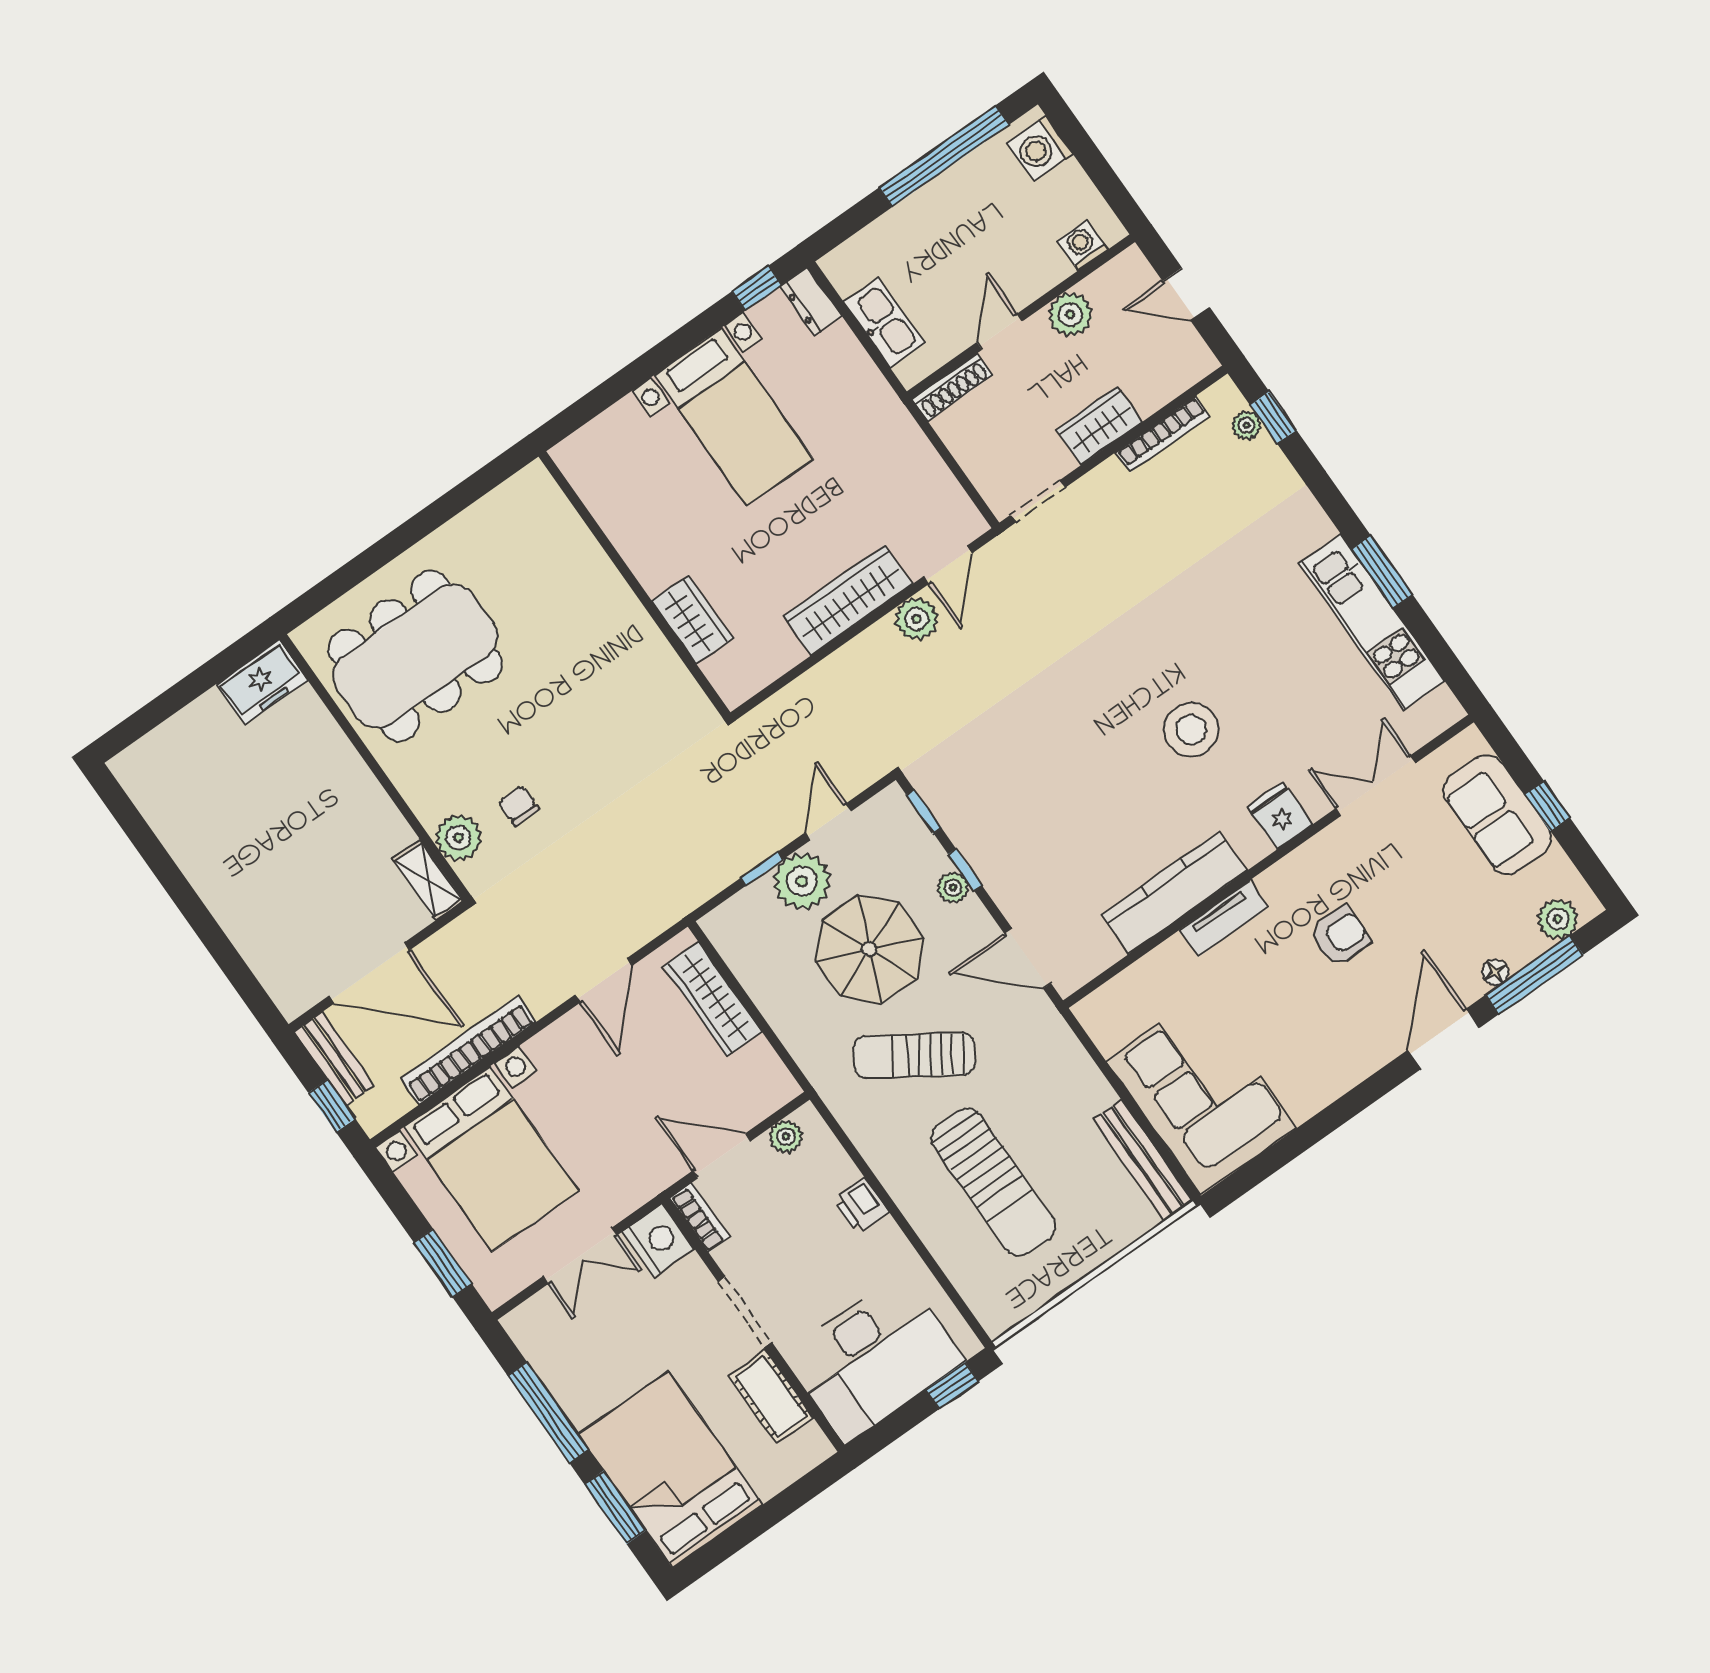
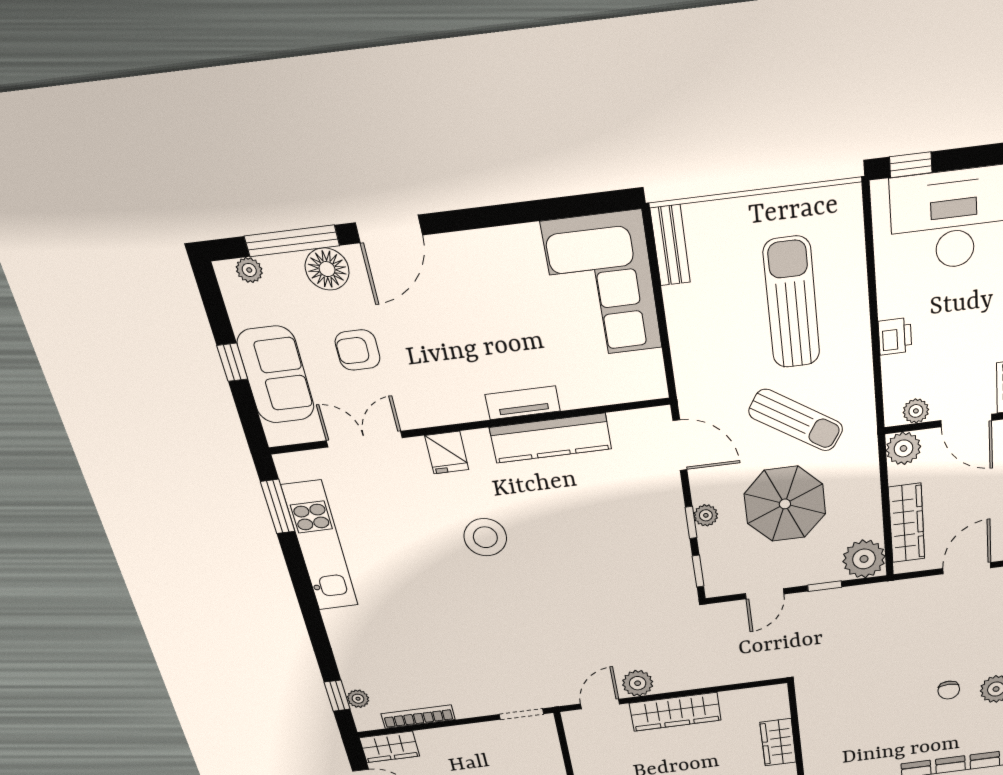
wardrobe: (1099, 426) -> (390, 747), moved
window: (1382, 572) -> (278, 507), moved
double door: (1376, 786) -> (364, 439), swing flipped
plant: (802, 881) -> (864, 559), moved
plant: (1558, 919) -> (249, 270), width x0.73, depth x0.73
armchair: (1340, 936) -> (358, 350), moved
floor lamp: (1495, 972) -> (327, 269), width x1.89, depth x1.89
plant: (773, 1086) -> (903, 448), added
bench: (1143, 1160) -> (670, 245), width x0.73

